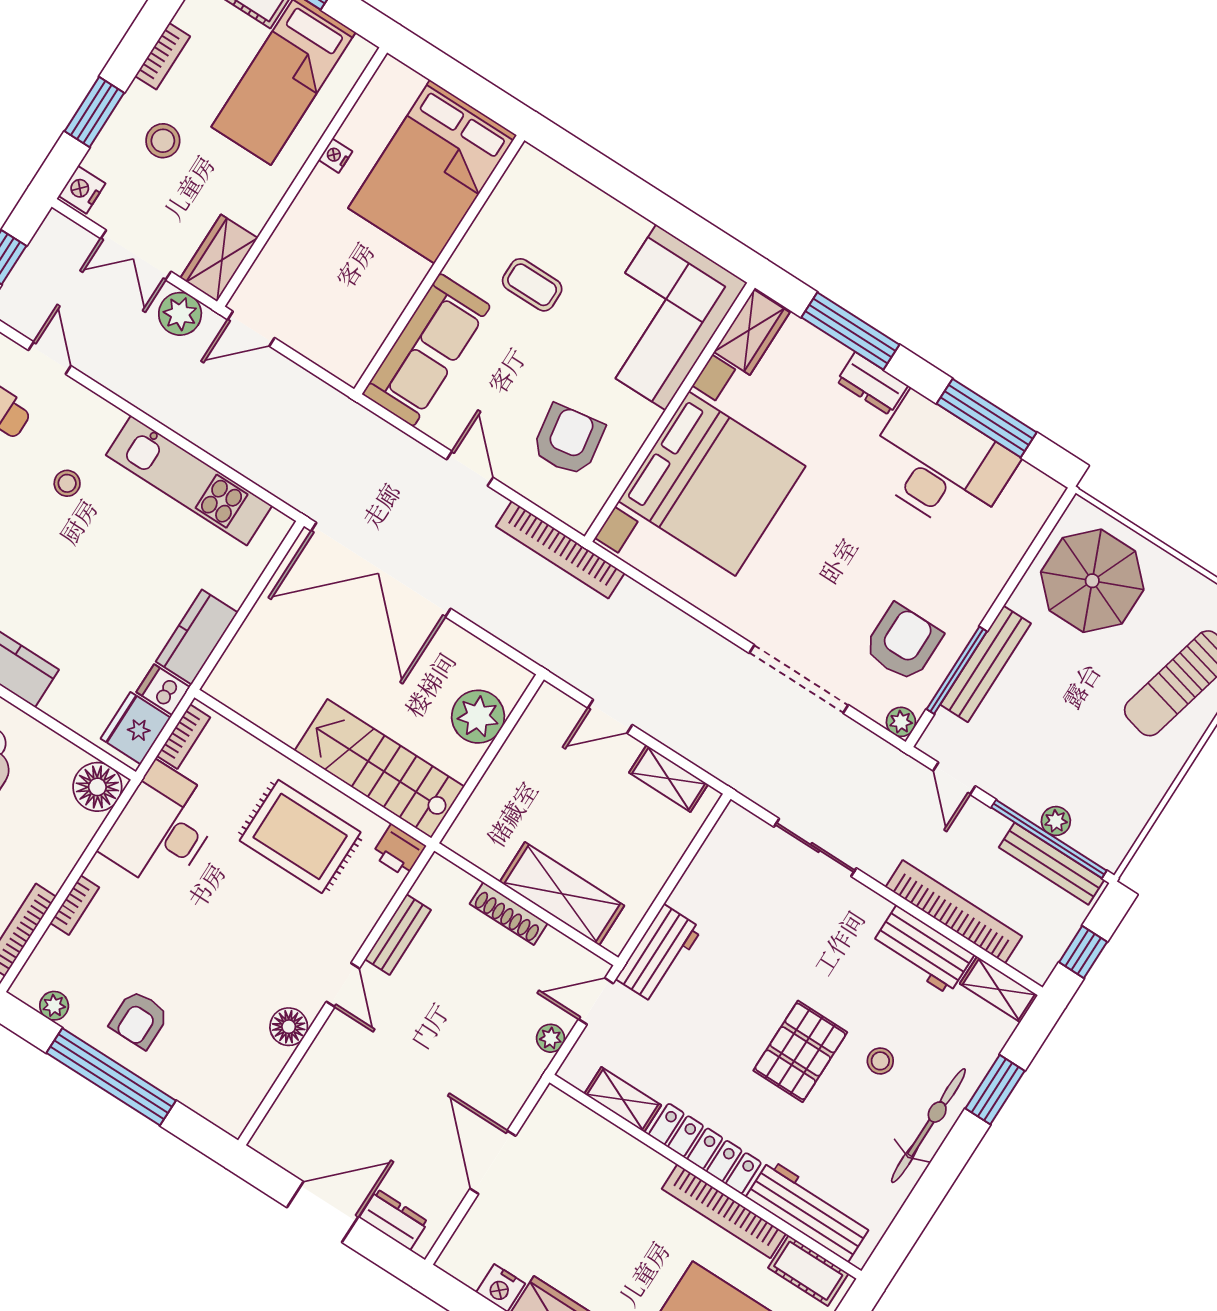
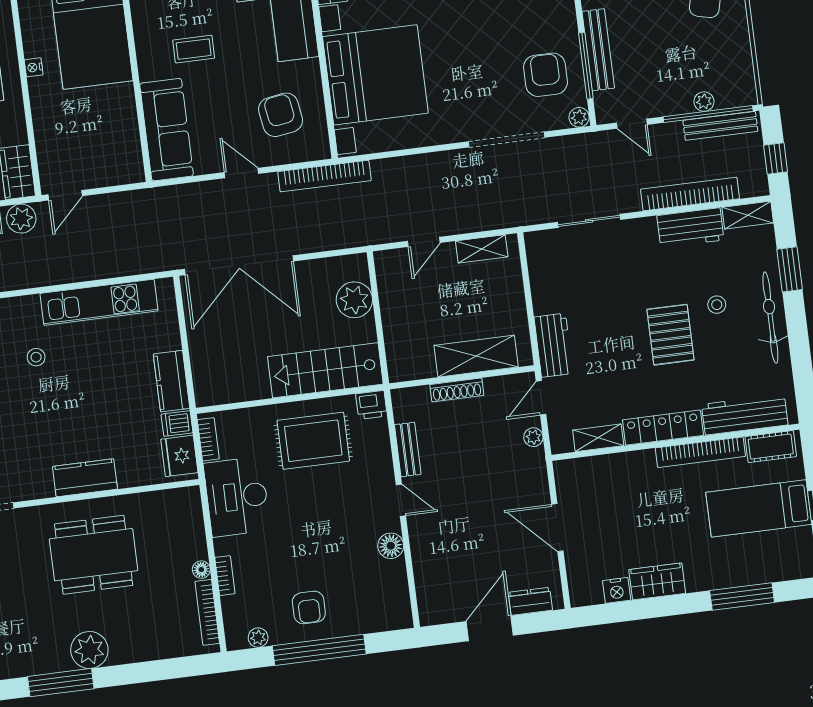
floor lamp: (97, 787) -> (201, 570), moved, width x0.53, depth x0.53

